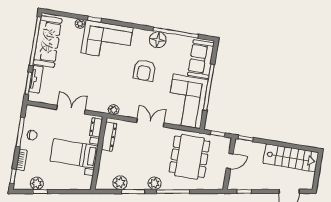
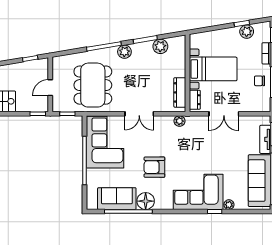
sofa: (201, 59) -> (117, 199), moved, turned -90
armchair: (144, 70) -> (154, 167), turned -90

